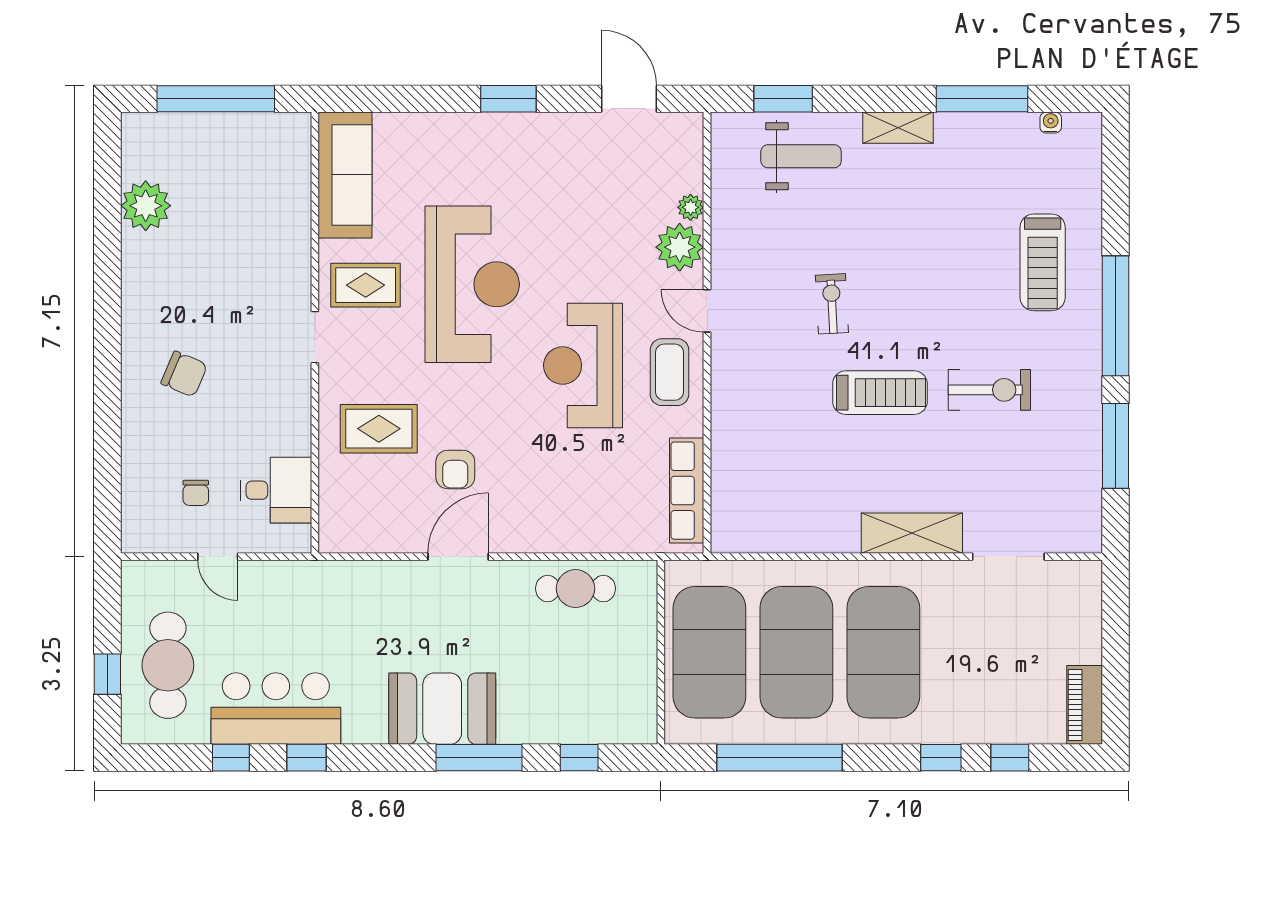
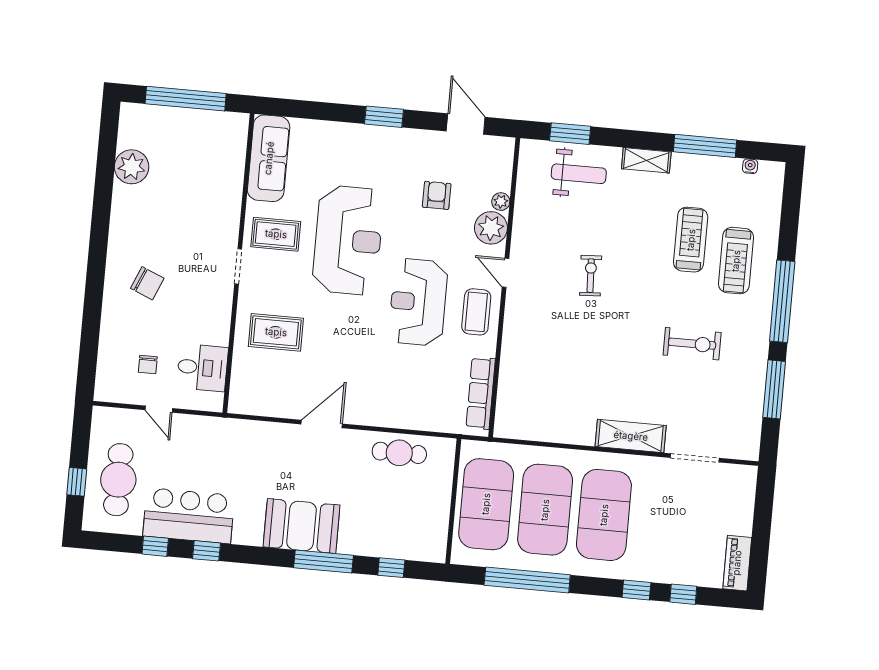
treadmill: (880, 393) -> (691, 240), moved, turned -90
armchair: (455, 469) -> (437, 195), moved, turned 180

